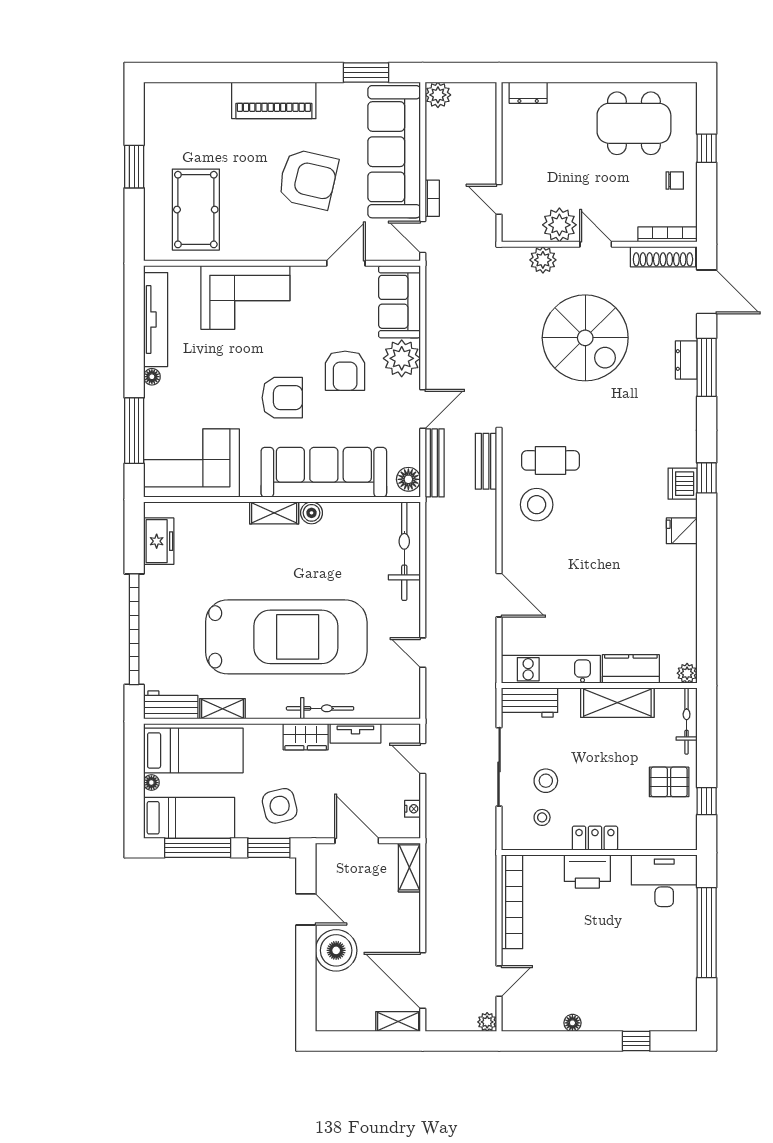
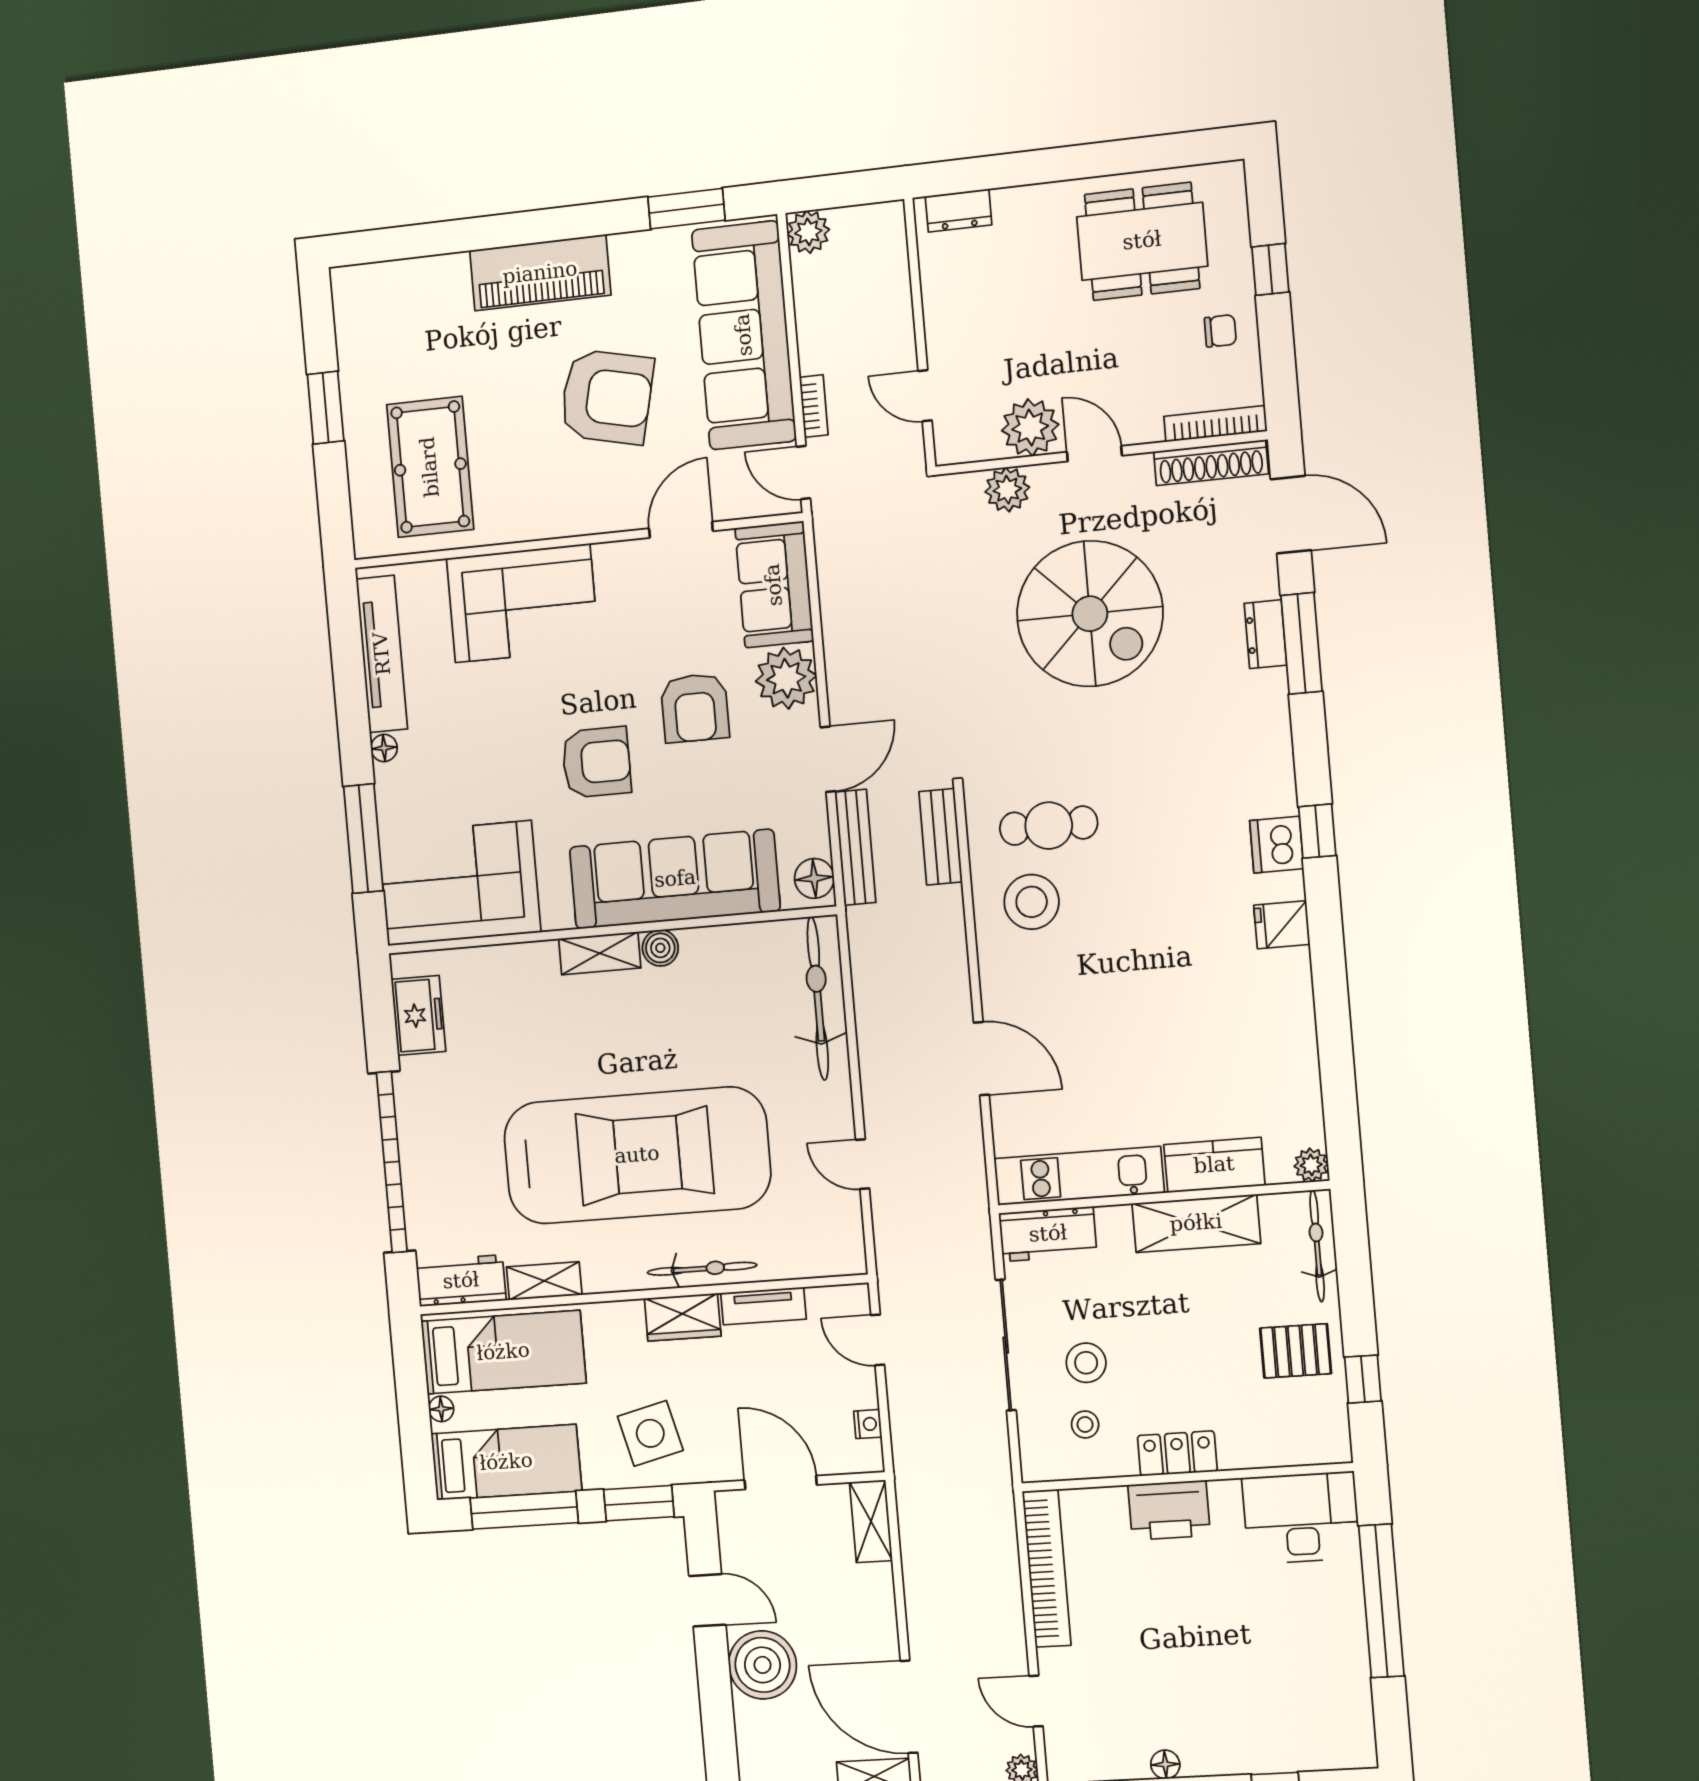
door: (499, 981) -> (1036, 1701), swing flipped

